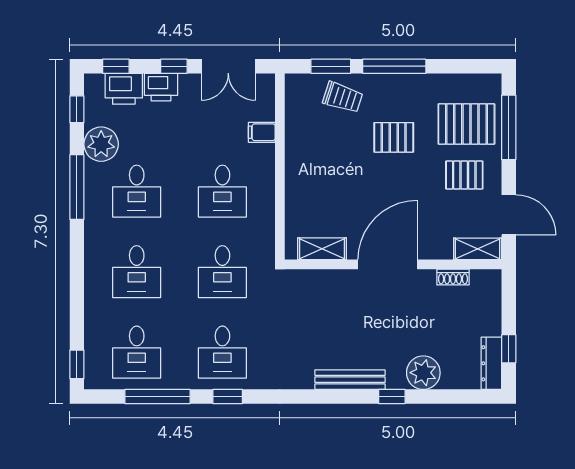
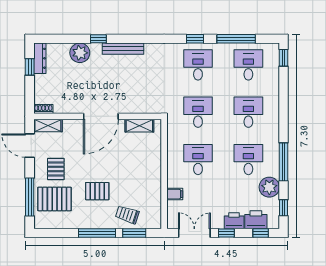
pallet: (464, 175) -> (56, 169), turned 90
shoe rack: (453, 277) -> (43, 109), moved

